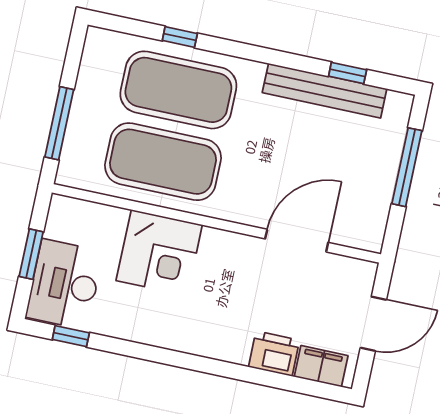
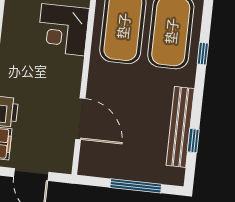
window: (180, 37) -> (203, 54), moved

